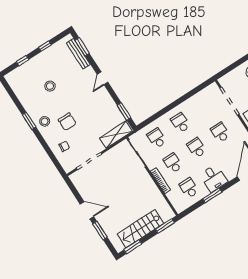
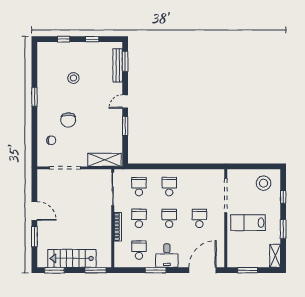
window: (124, 111) -> (125, 126), moved
stool: (45, 121) -> (48, 106), removed

